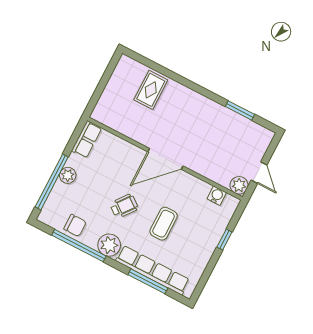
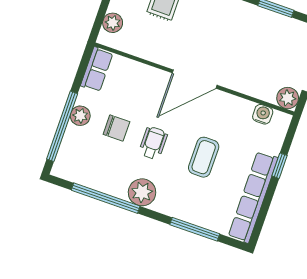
plant: (105, 103) -> (113, 23), added
wheelchair: (124, 206) -> (153, 143), turned -38
chair: (75, 225) -> (116, 128), moved
row of seats: (153, 270) -> (253, 197), moved, turned -90

